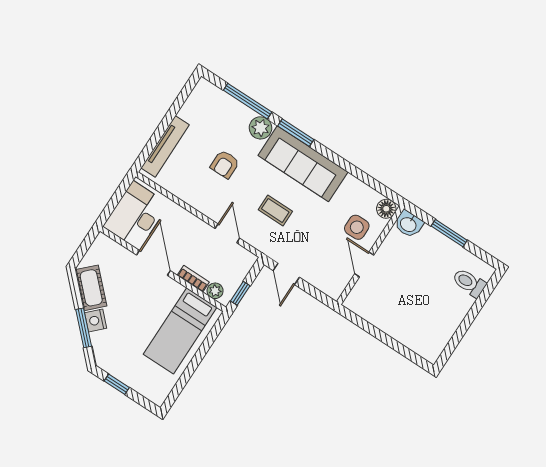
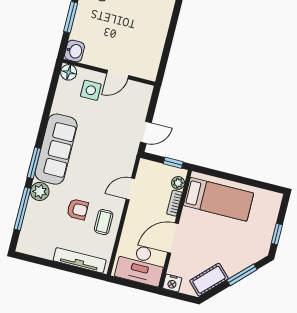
coffee table: (275, 210) -> (104, 222), moved
nightstand: (96, 320) -> (172, 283), moved, turned 45

